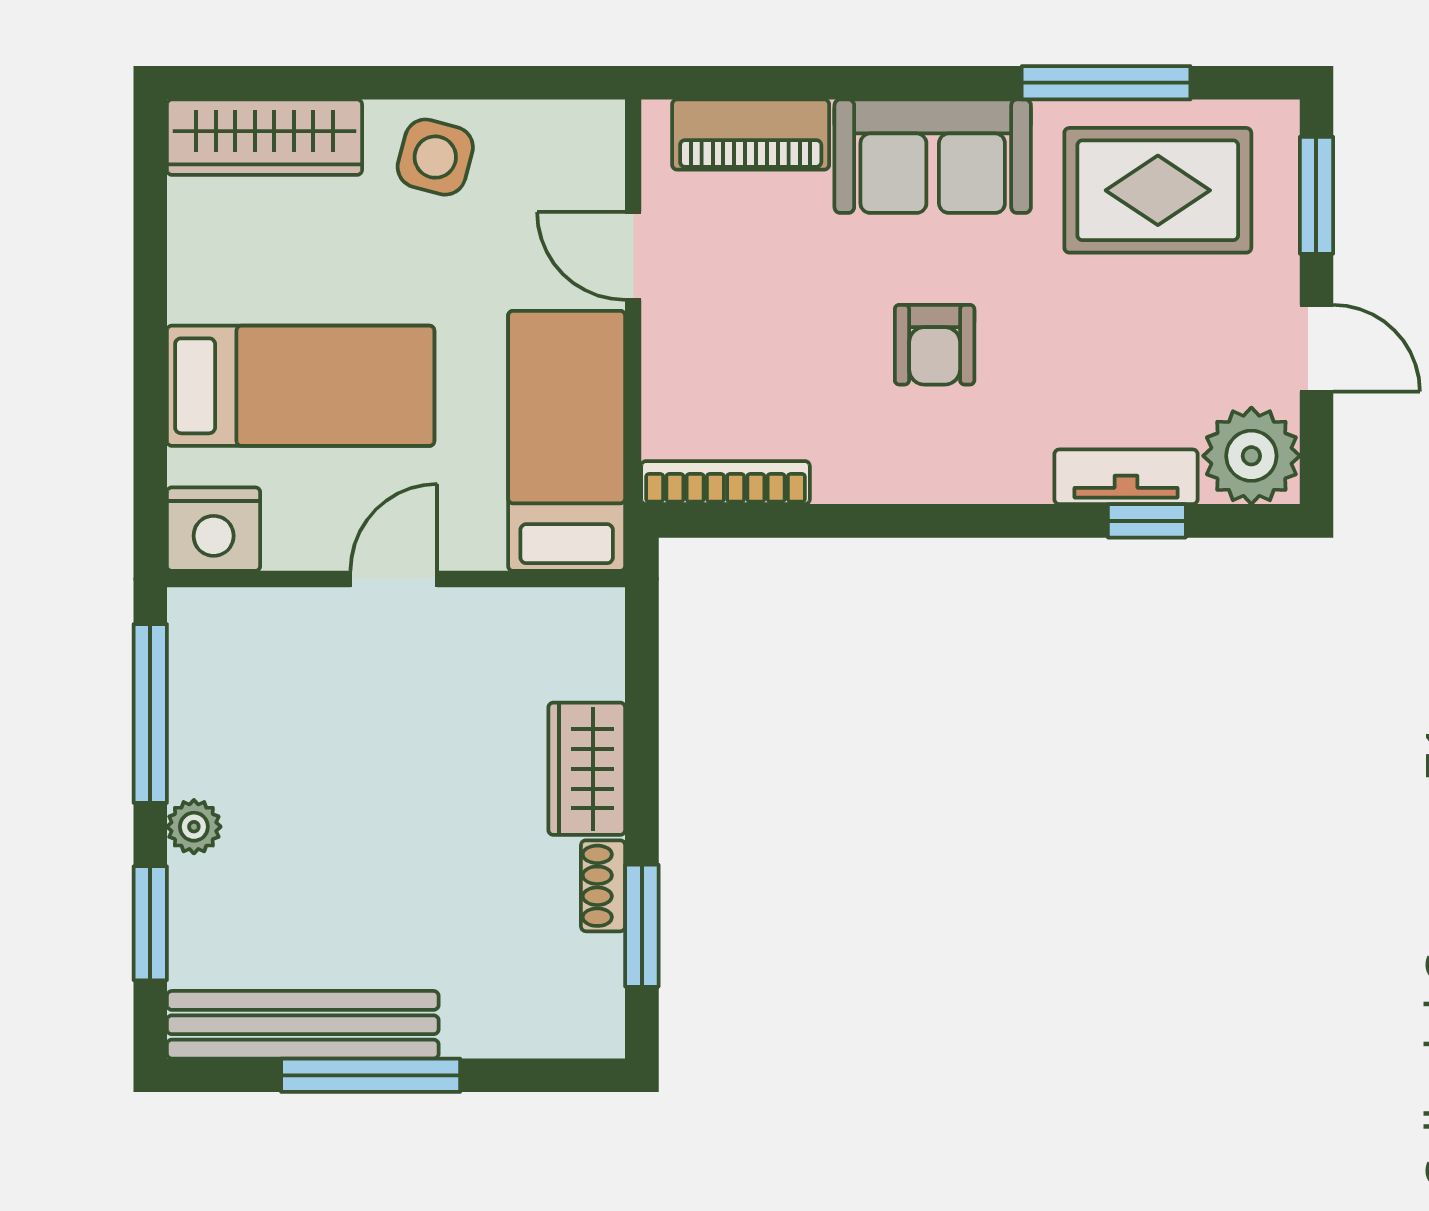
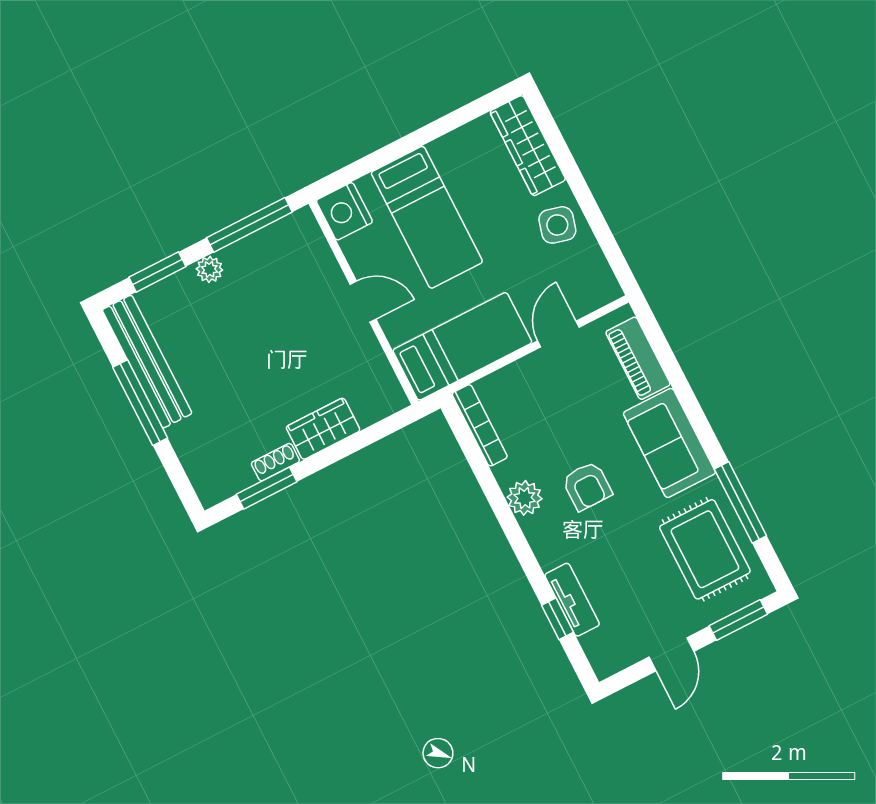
armchair: (935, 345) -> (587, 486), turned -90
plant: (1251, 456) -> (525, 498), moved, width x0.73, depth x0.73

